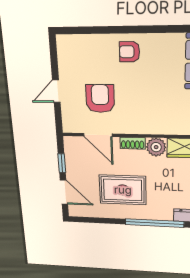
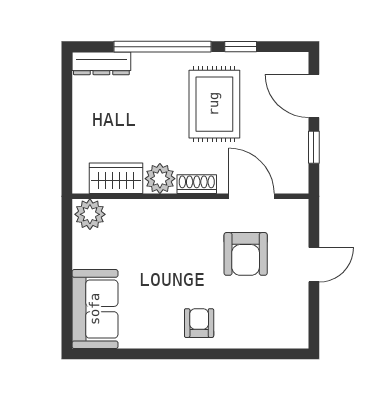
armchair: (130, 52) -> (199, 323), turned -90
rug: (123, 190) -> (214, 104), turned 90
window: (108, 221) -> (241, 47), added

